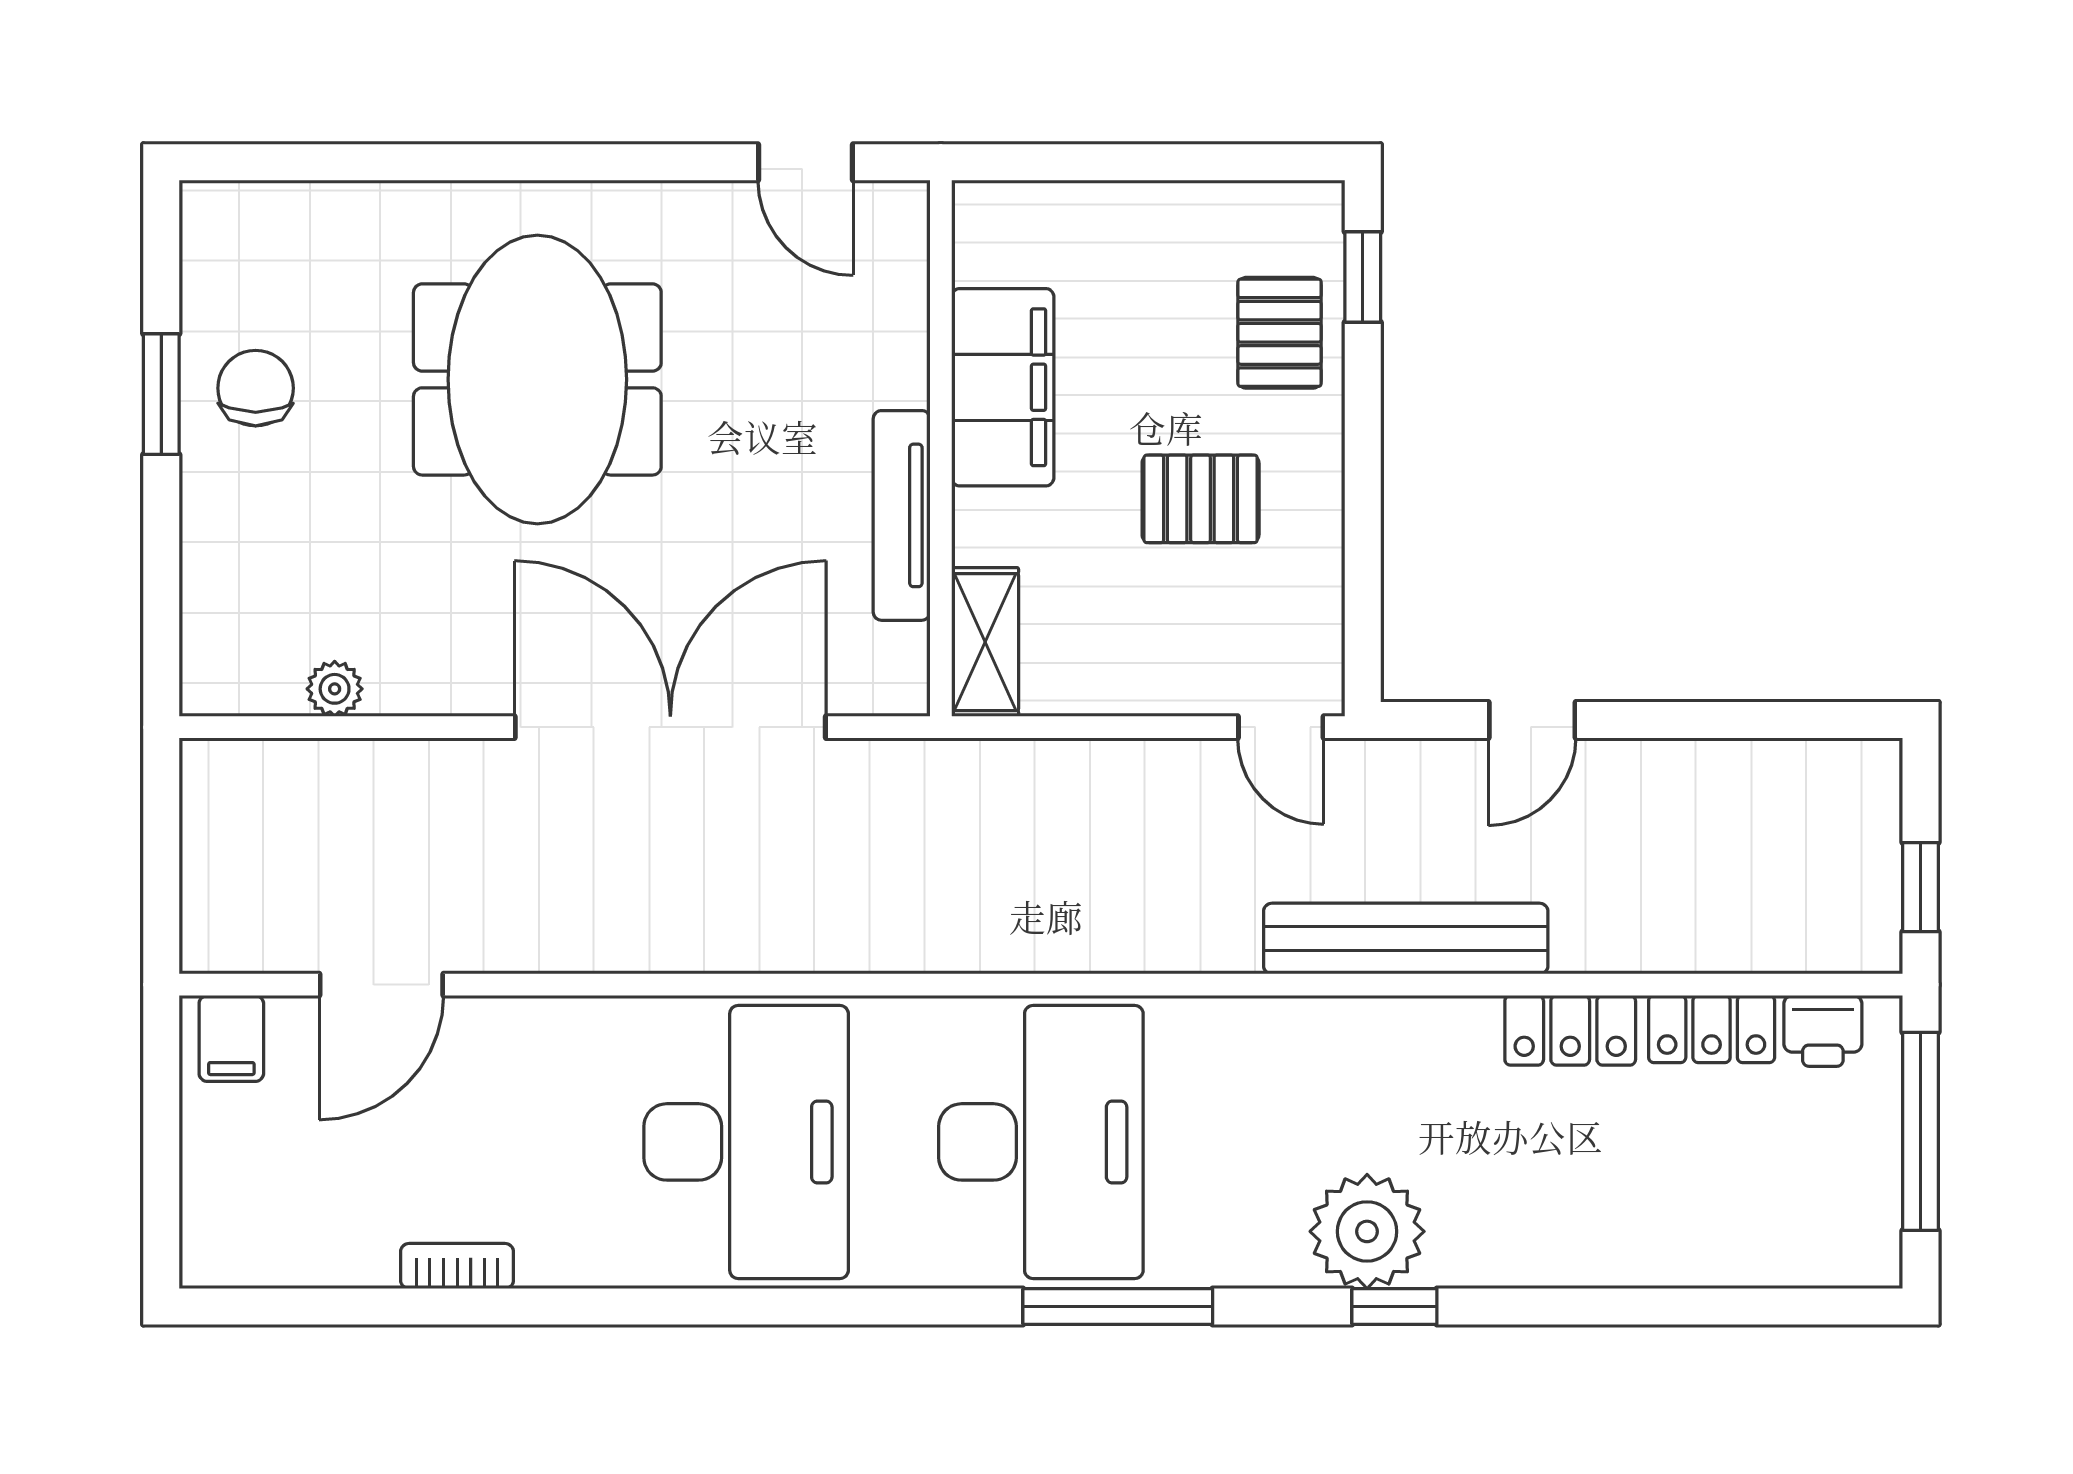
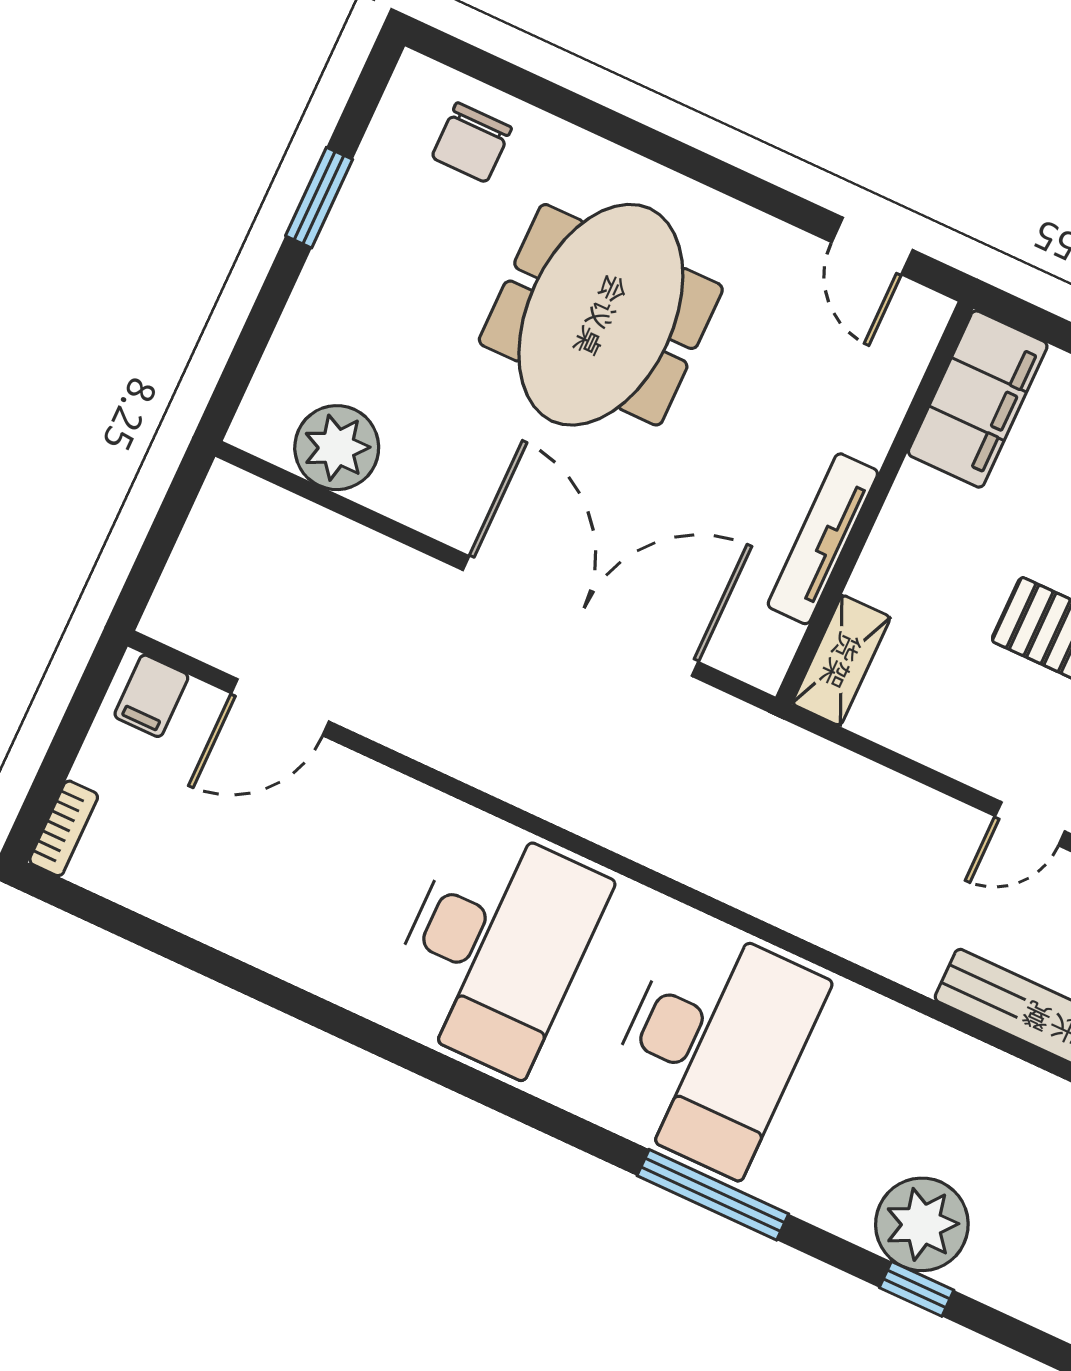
filing cabinet: (1003, 387) -> (978, 399), moved
chair: (256, 388) -> (472, 142), moved, turned 180
plant: (335, 689) -> (337, 448), width x1.88, depth x1.88
door: (1281, 727) -> (1030, 824), hinge flipped
bookcase: (457, 1266) -> (64, 828), moved, turned 90

